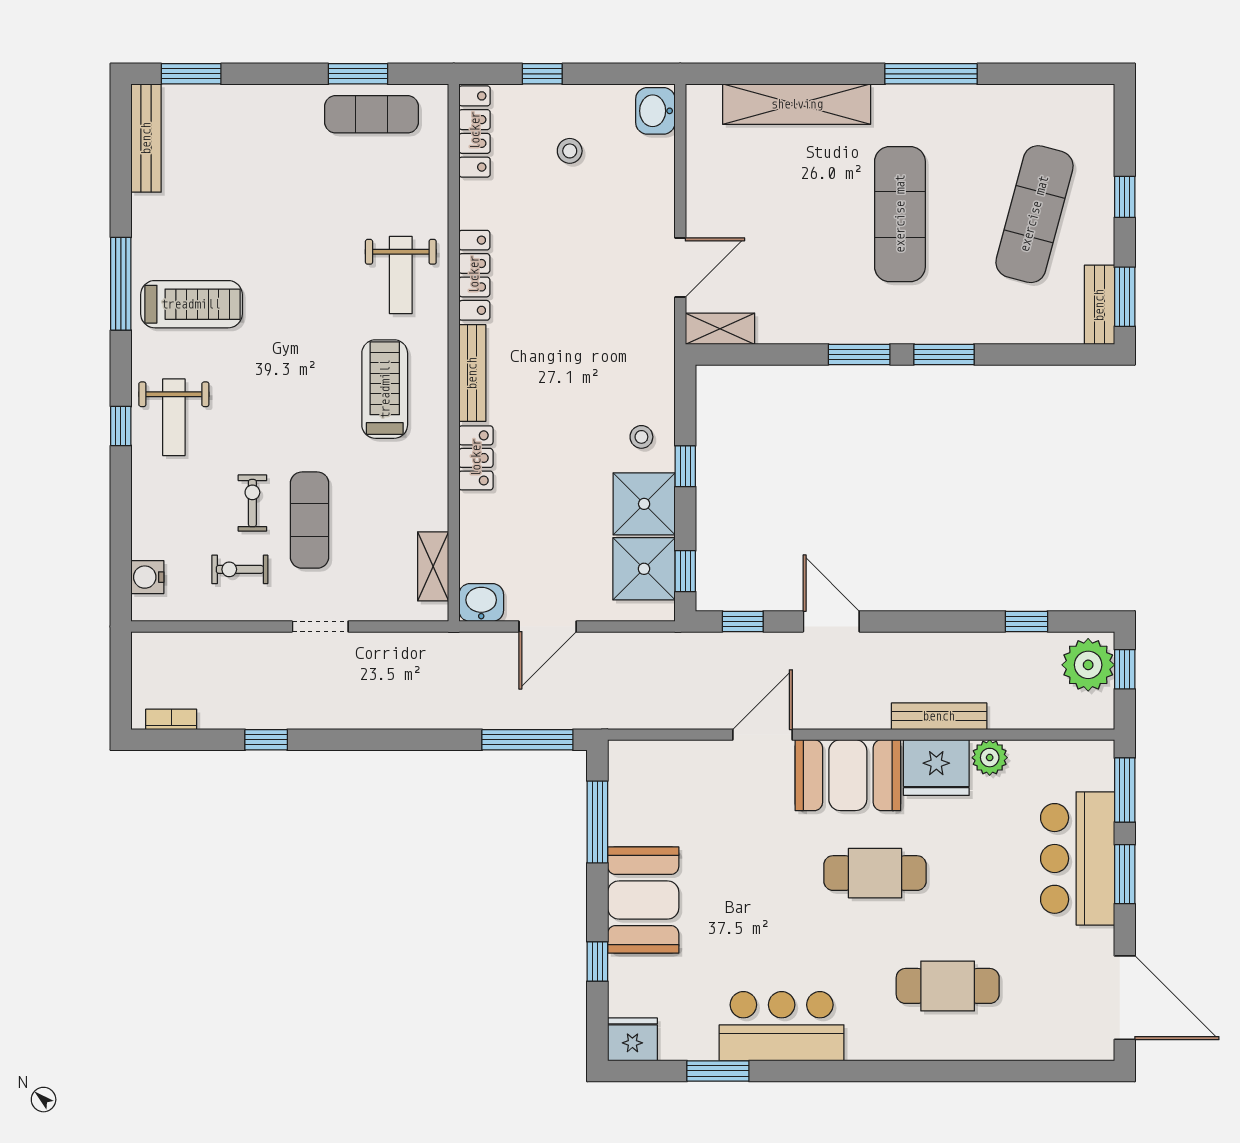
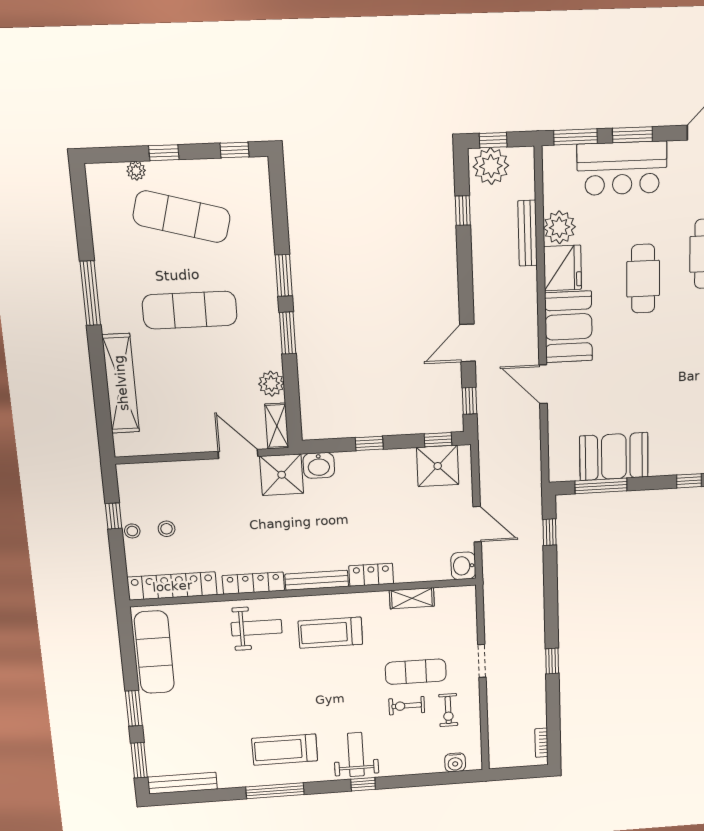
window: (358, 74) -> (134, 708), moved
window: (542, 74) -> (114, 516), moved
washbasin: (655, 111) -> (319, 465), moved
exercise mat: (372, 114) -> (154, 652), width x1.36, depth x1.45
locker: (475, 131) -> (172, 586), width x1.41, depth x1.21
plant: (1101, 156) -> (136, 171), added
window: (1125, 297) -> (234, 150), width x0.67
treadmill: (191, 304) -> (285, 750), turned -90
bench: (1099, 305) -> (241, 168), removed
plant: (785, 325) -> (271, 384), added
weight bench: (174, 417) -> (356, 755), turned -90
stool: (641, 437) -> (132, 531), moved
shower: (644, 504) -> (282, 475), moved
shelving: (433, 566) -> (412, 598), moved
bench: (939, 716) -> (528, 233), moved
window: (266, 740) -> (552, 661), moved
window: (527, 740) -> (549, 532), width x0.46
plant: (990, 758) -> (559, 227), width x1.36, depth x1.36
cafe table: (875, 873) -> (643, 279), moved
booth: (643, 900) -> (614, 457), moved

